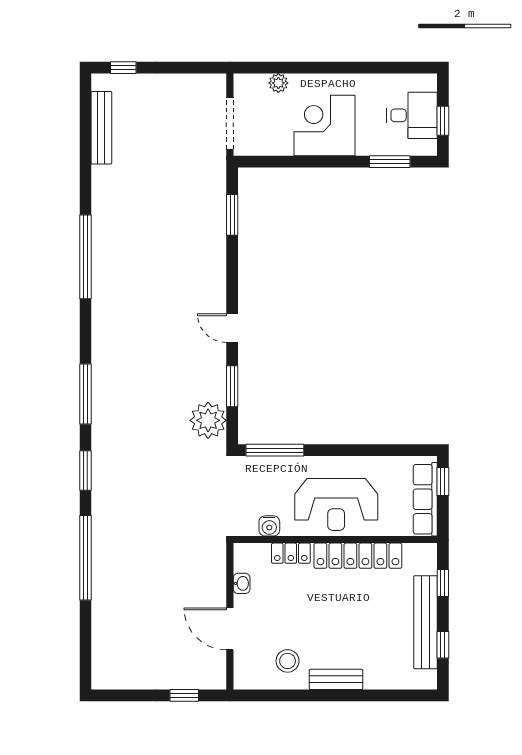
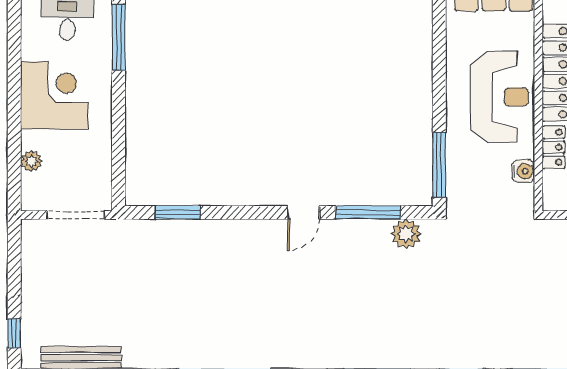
corner desk: (325, 125) -> (54, 95), moved, turned 180
window: (390, 162) -> (119, 37), width x1.44
window: (232, 386) -> (368, 212), width x1.44
plant: (208, 420) -> (406, 234), width x0.73, depth x0.73

